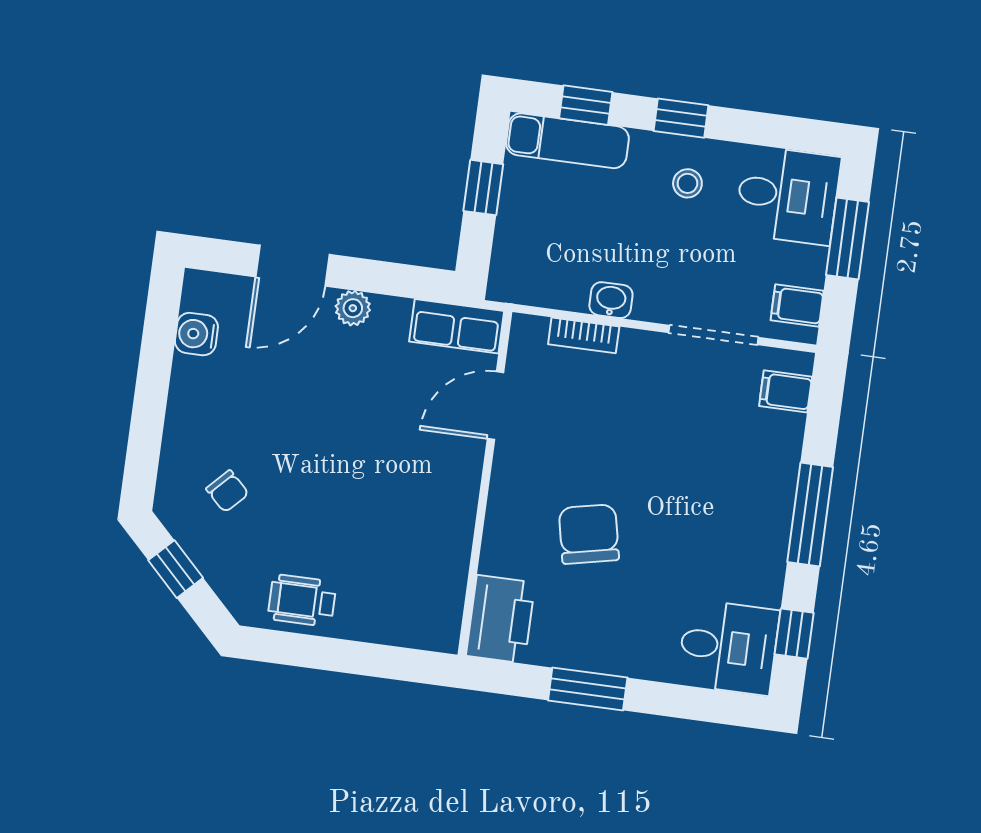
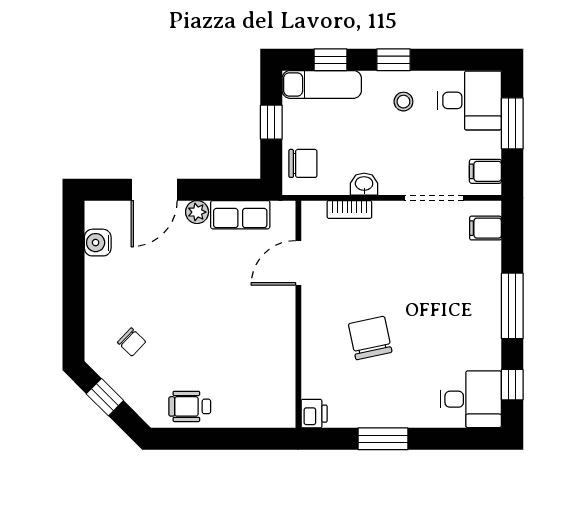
chair: (523, 256) -> (303, 163), added
row of seats: (457, 326) -> (240, 215), moved
printer: (501, 619) -> (314, 414), width x0.53, depth x0.68

